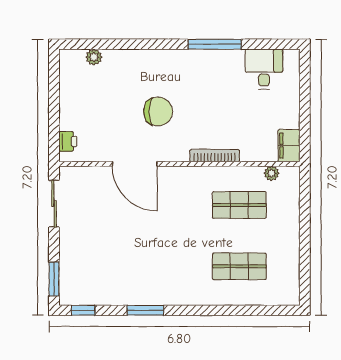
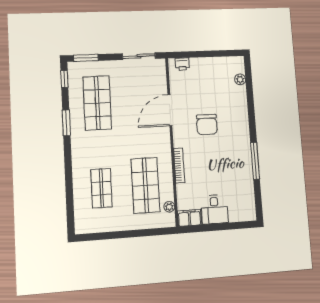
desk: (264, 69) -> (214, 209), moved, turned 90
shop shelf: (239, 205) -> (145, 185), width x1.43, depth x1.36
shop shelf: (119, 266) -> (97, 103), added

